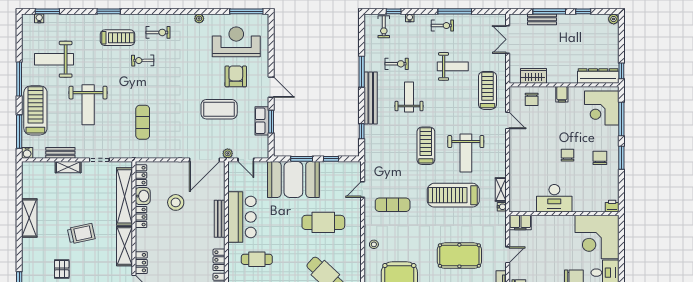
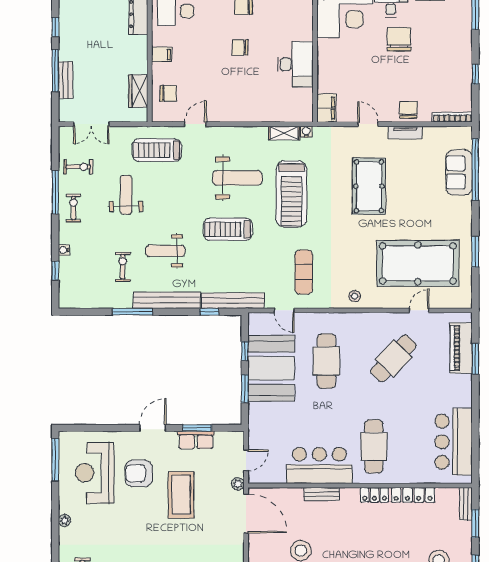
exercise bike: (384, 27) -> (78, 167), moved
bench: (370, 150) -> (233, 301), added
booth: (293, 179) -> (271, 368), moved
bench: (220, 219) -> (322, 494), width x0.73
cafe table: (257, 259) -> (374, 446), width x1.37, depth x1.35

